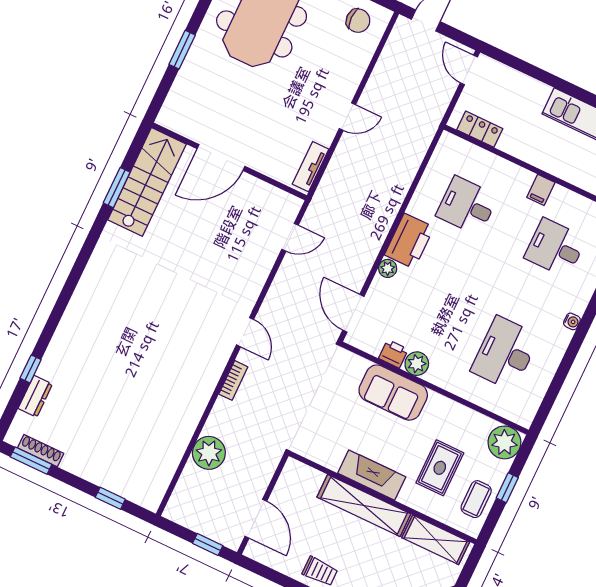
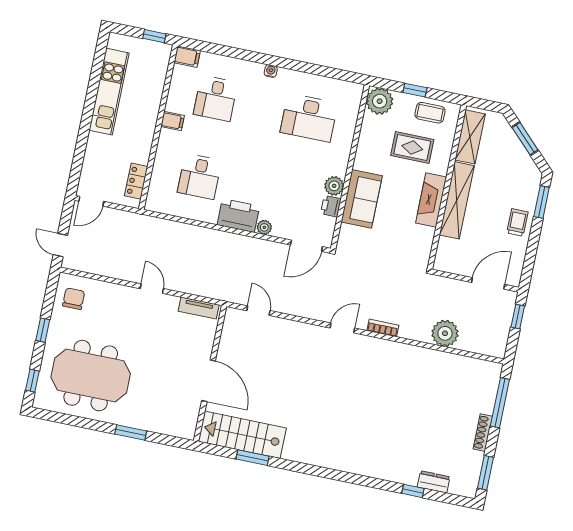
shoe rack: (41, 451) -> (483, 433), moved
window: (110, 498) -> (500, 403), width x2.17

